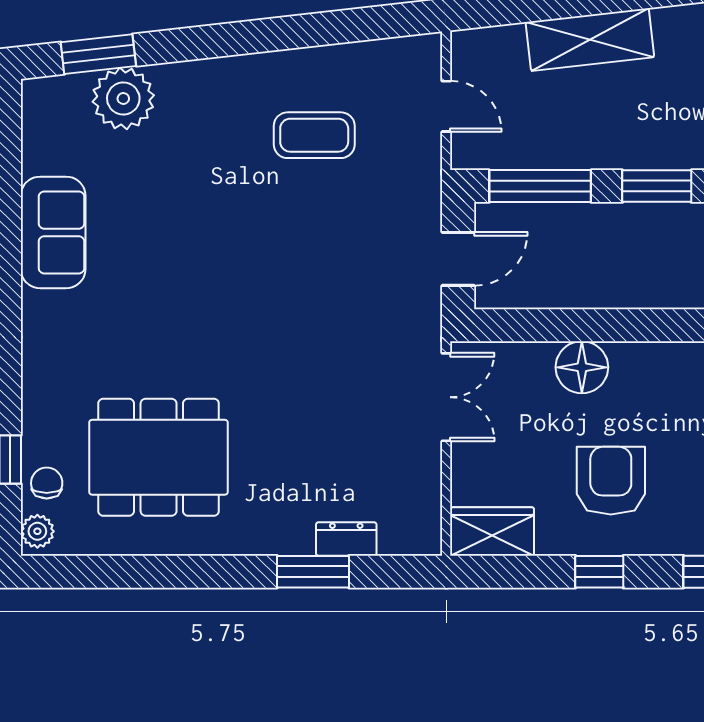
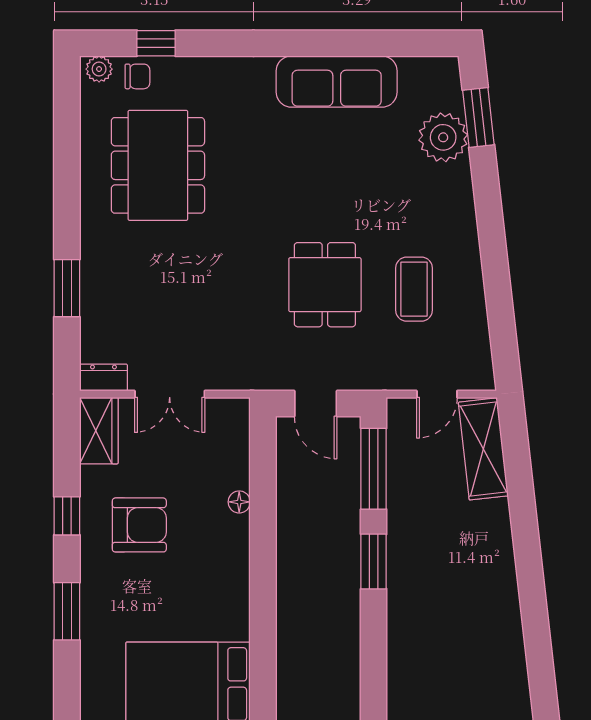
shelving: (590, 40) -> (483, 449), moved
sofa: (53, 232) -> (337, 82), width x1.36
dining table: (309, 247) -> (325, 285), added
floor lamp: (582, 367) -> (239, 502), width x0.53, depth x0.53
double door: (446, 397) -> (170, 394), moved
dresser: (346, 539) -> (103, 378), moved, turned -90

